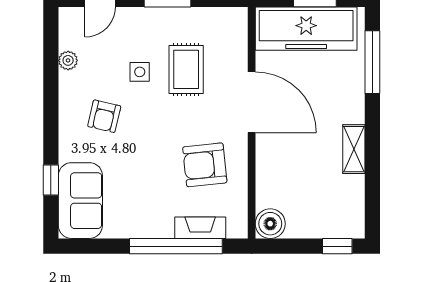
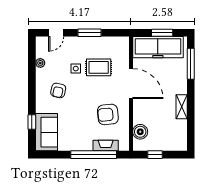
rug: (186, 69) -> (99, 67), turned 90
boiler: (270, 224) -> (140, 132), moved
window: (337, 246) -> (155, 155), moved

